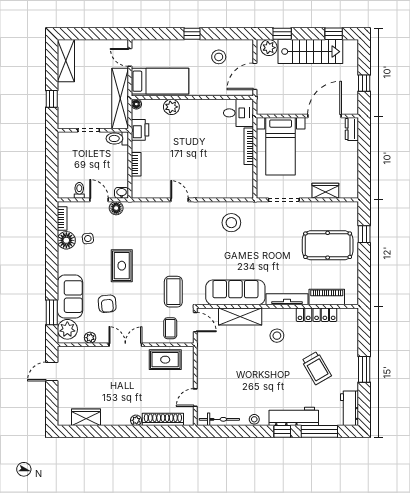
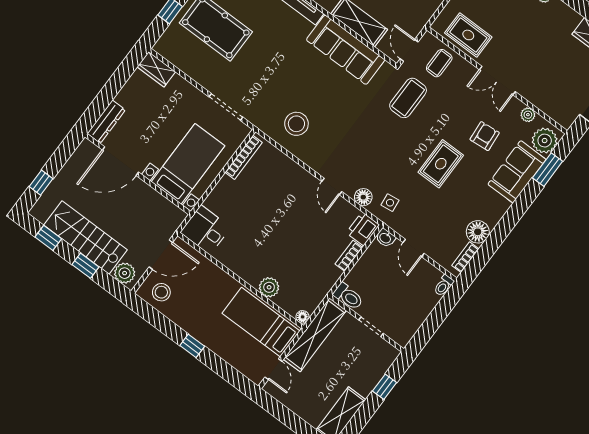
window: (282, 34) -> (85, 266), moved
stool: (219, 57) -> (161, 292), moved
window: (364, 83) -> (41, 183), moved
dresser: (352, 129) -> (106, 122), width x1.44
printer: (140, 130) -> (363, 229), moved
bookcase: (249, 146) -> (244, 157), moved
toilet: (79, 190) -> (444, 286), moved
wardrobe: (325, 191) -> (156, 69), moved
floor lamp: (116, 208) -> (363, 197), moved
side table: (88, 239) -> (390, 203), moved

